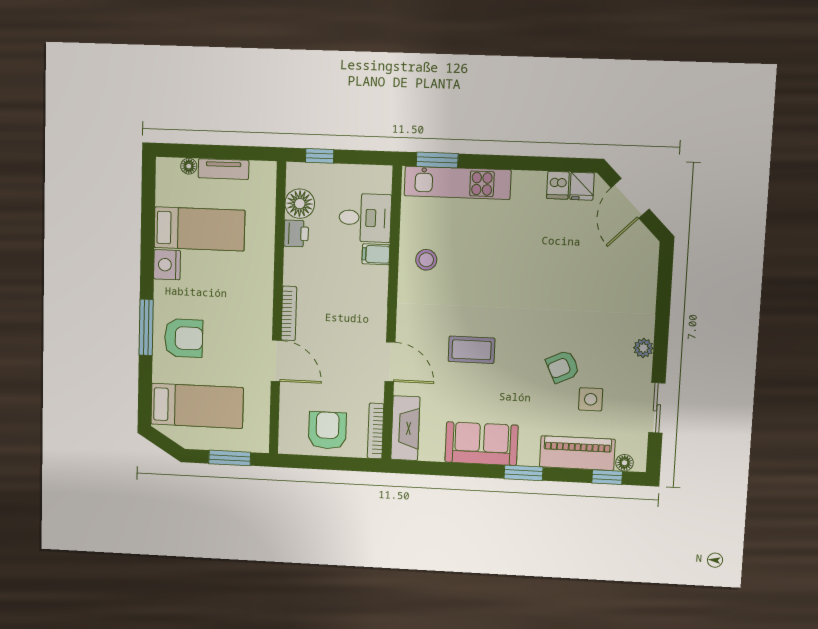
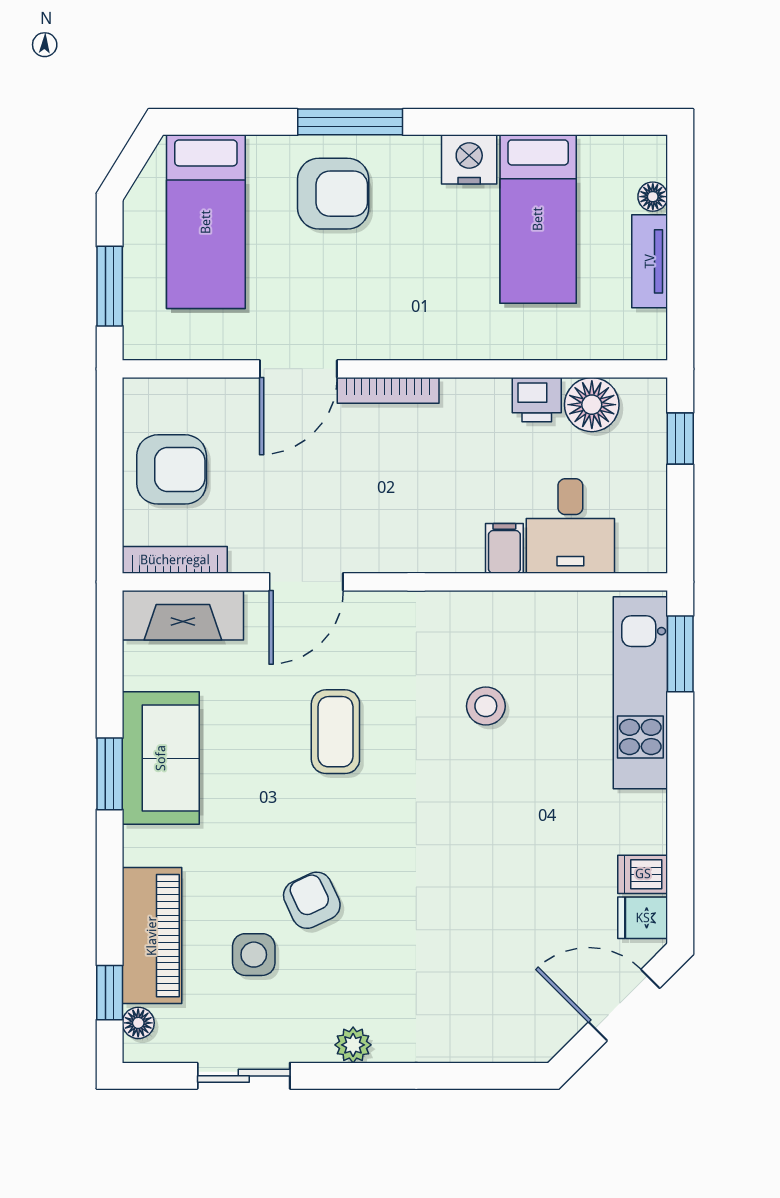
stool: (426, 260) -> (486, 706), moved
armchair: (184, 338) -> (333, 194), turned -90
window: (524, 473) -> (110, 774), moved

